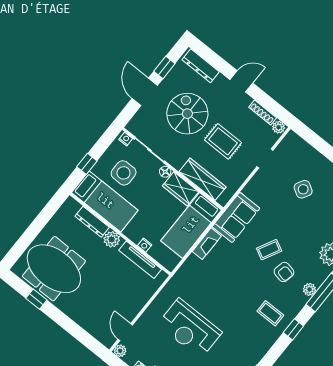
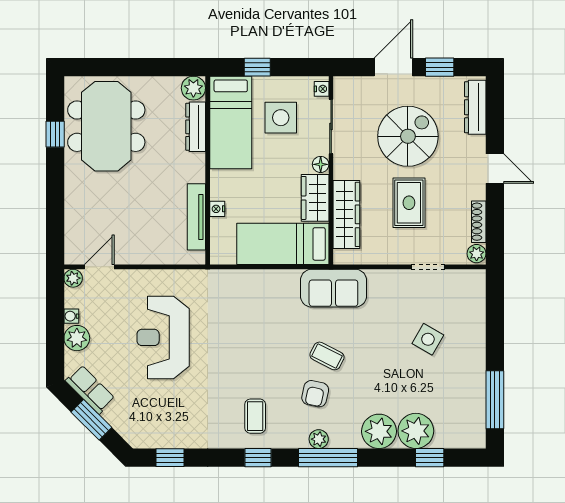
plant: (112, 239) -> (193, 88), moved
fireplace: (207, 244) -> (276, 279), removed

